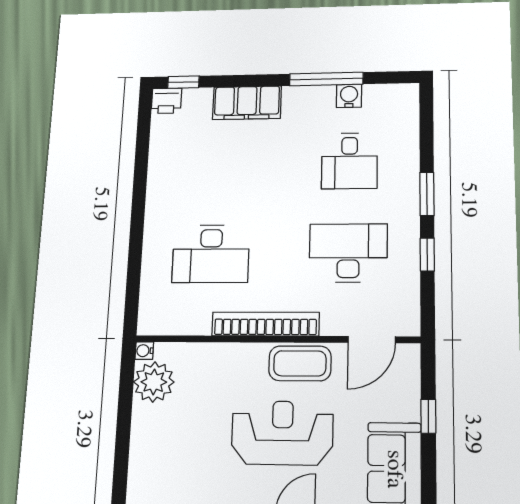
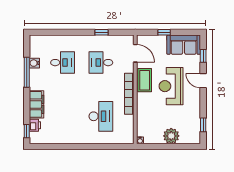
printer: (166, 101) -> (35, 125), moved
window: (427, 194) -> (77, 32), removed
desk: (348, 253) -> (101, 63), width x0.73
plant: (154, 382) -> (171, 136), moved

